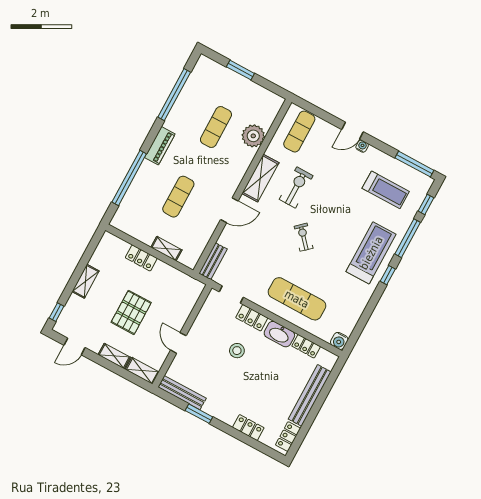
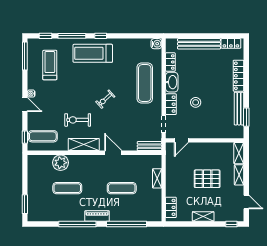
window: (240, 70) -> (25, 204), moved
window: (174, 95) -> (77, 224), moved
window: (311, 108) -> (25, 137), added
locker: (141, 258) -> (171, 207), moved
door: (178, 343) -> (181, 140), moved
bench: (182, 393) -> (239, 109), moved
window: (199, 414) -> (246, 117), moved
locker: (248, 428) -> (238, 76), width x1.53

